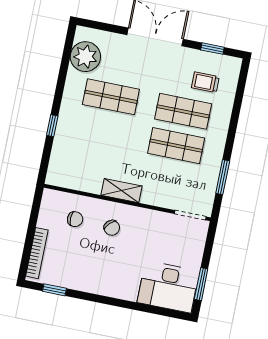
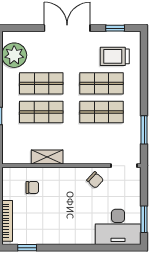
trolley: (205, 82) -> (115, 56), width x1.36, depth x1.39
shop shelf: (104, 131) -> (41, 112), added
shelving: (122, 191) -> (47, 157), moved
chair: (112, 228) -> (95, 180), moved

